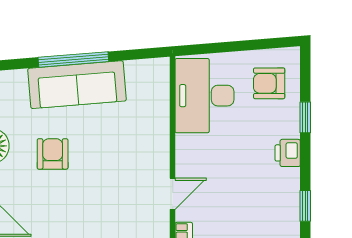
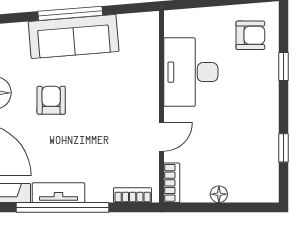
armchair: (269, 83) -> (250, 35), turned 180
desk: (204, 96) -> (191, 72), moved
printer: (288, 153) -> (267, 99), removed

